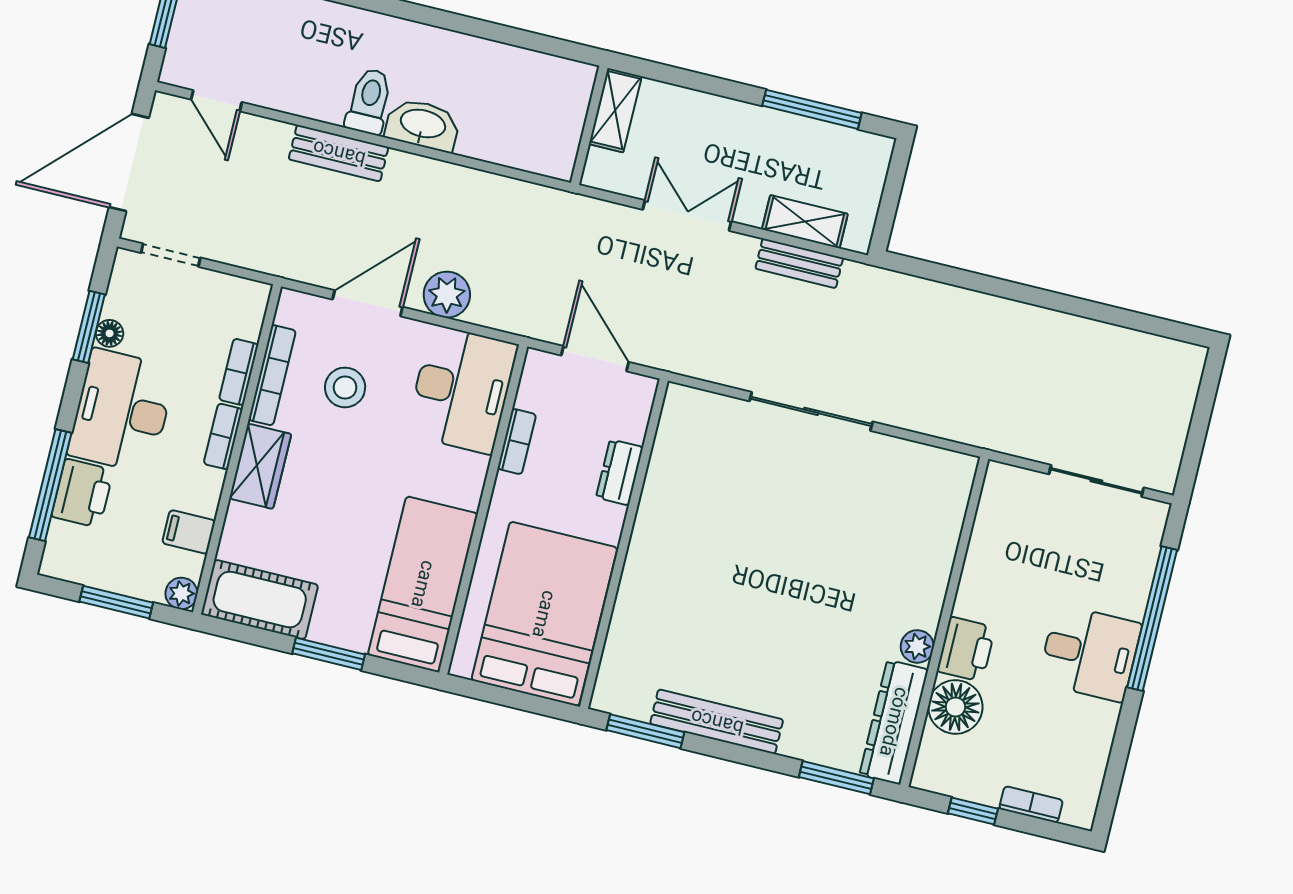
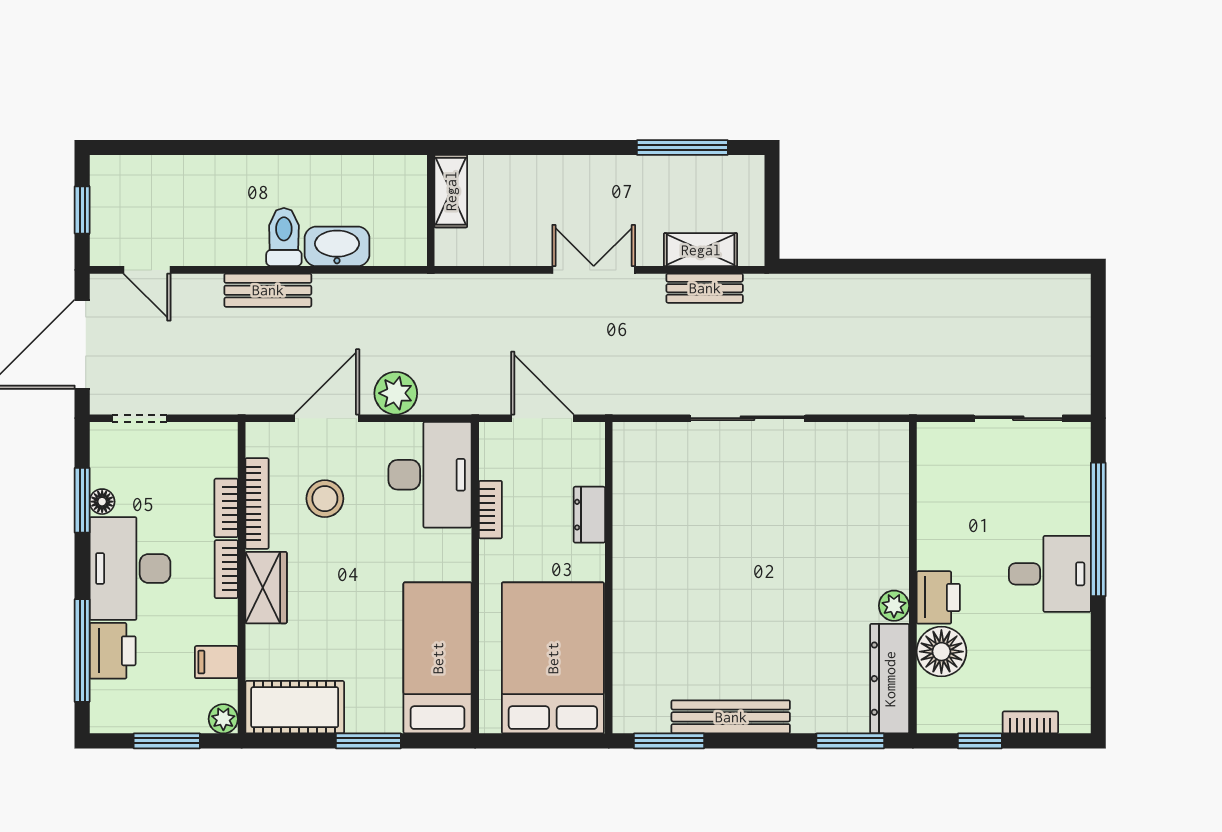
shelving: (615, 110) -> (451, 191), moved
wall: (589, 125) -> (431, 211), moved

